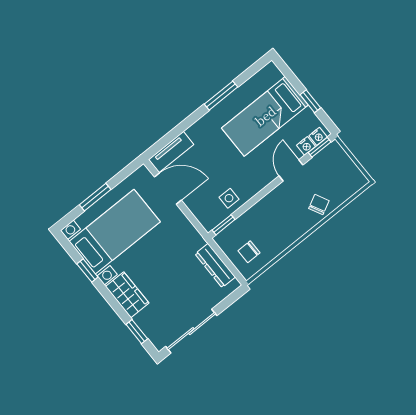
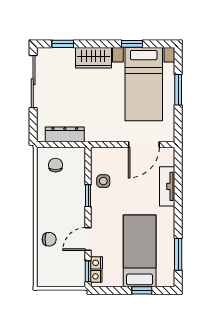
window: (221, 96) -> (178, 254), moved
window: (310, 101) -> (142, 290), moved
tv unit: (171, 152) -> (167, 186), moved
door: (291, 170) -> (88, 239), swing flipped
chair: (319, 205) -> (49, 239), turned -63
window: (224, 225) -> (88, 196), moved

